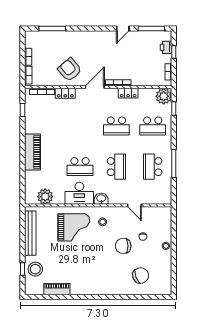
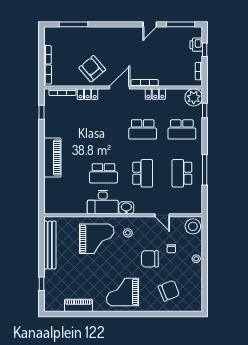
plant: (45, 197) -> (66, 206), removed
stool: (35, 269) -> (193, 226), moved
grand piano: (98, 277) -> (122, 292), added

